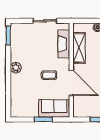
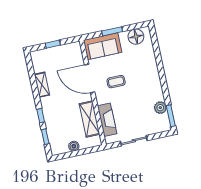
plant: (16, 68) -> (160, 108), moved
floor lamp: (24, 110) -> (136, 37), added

